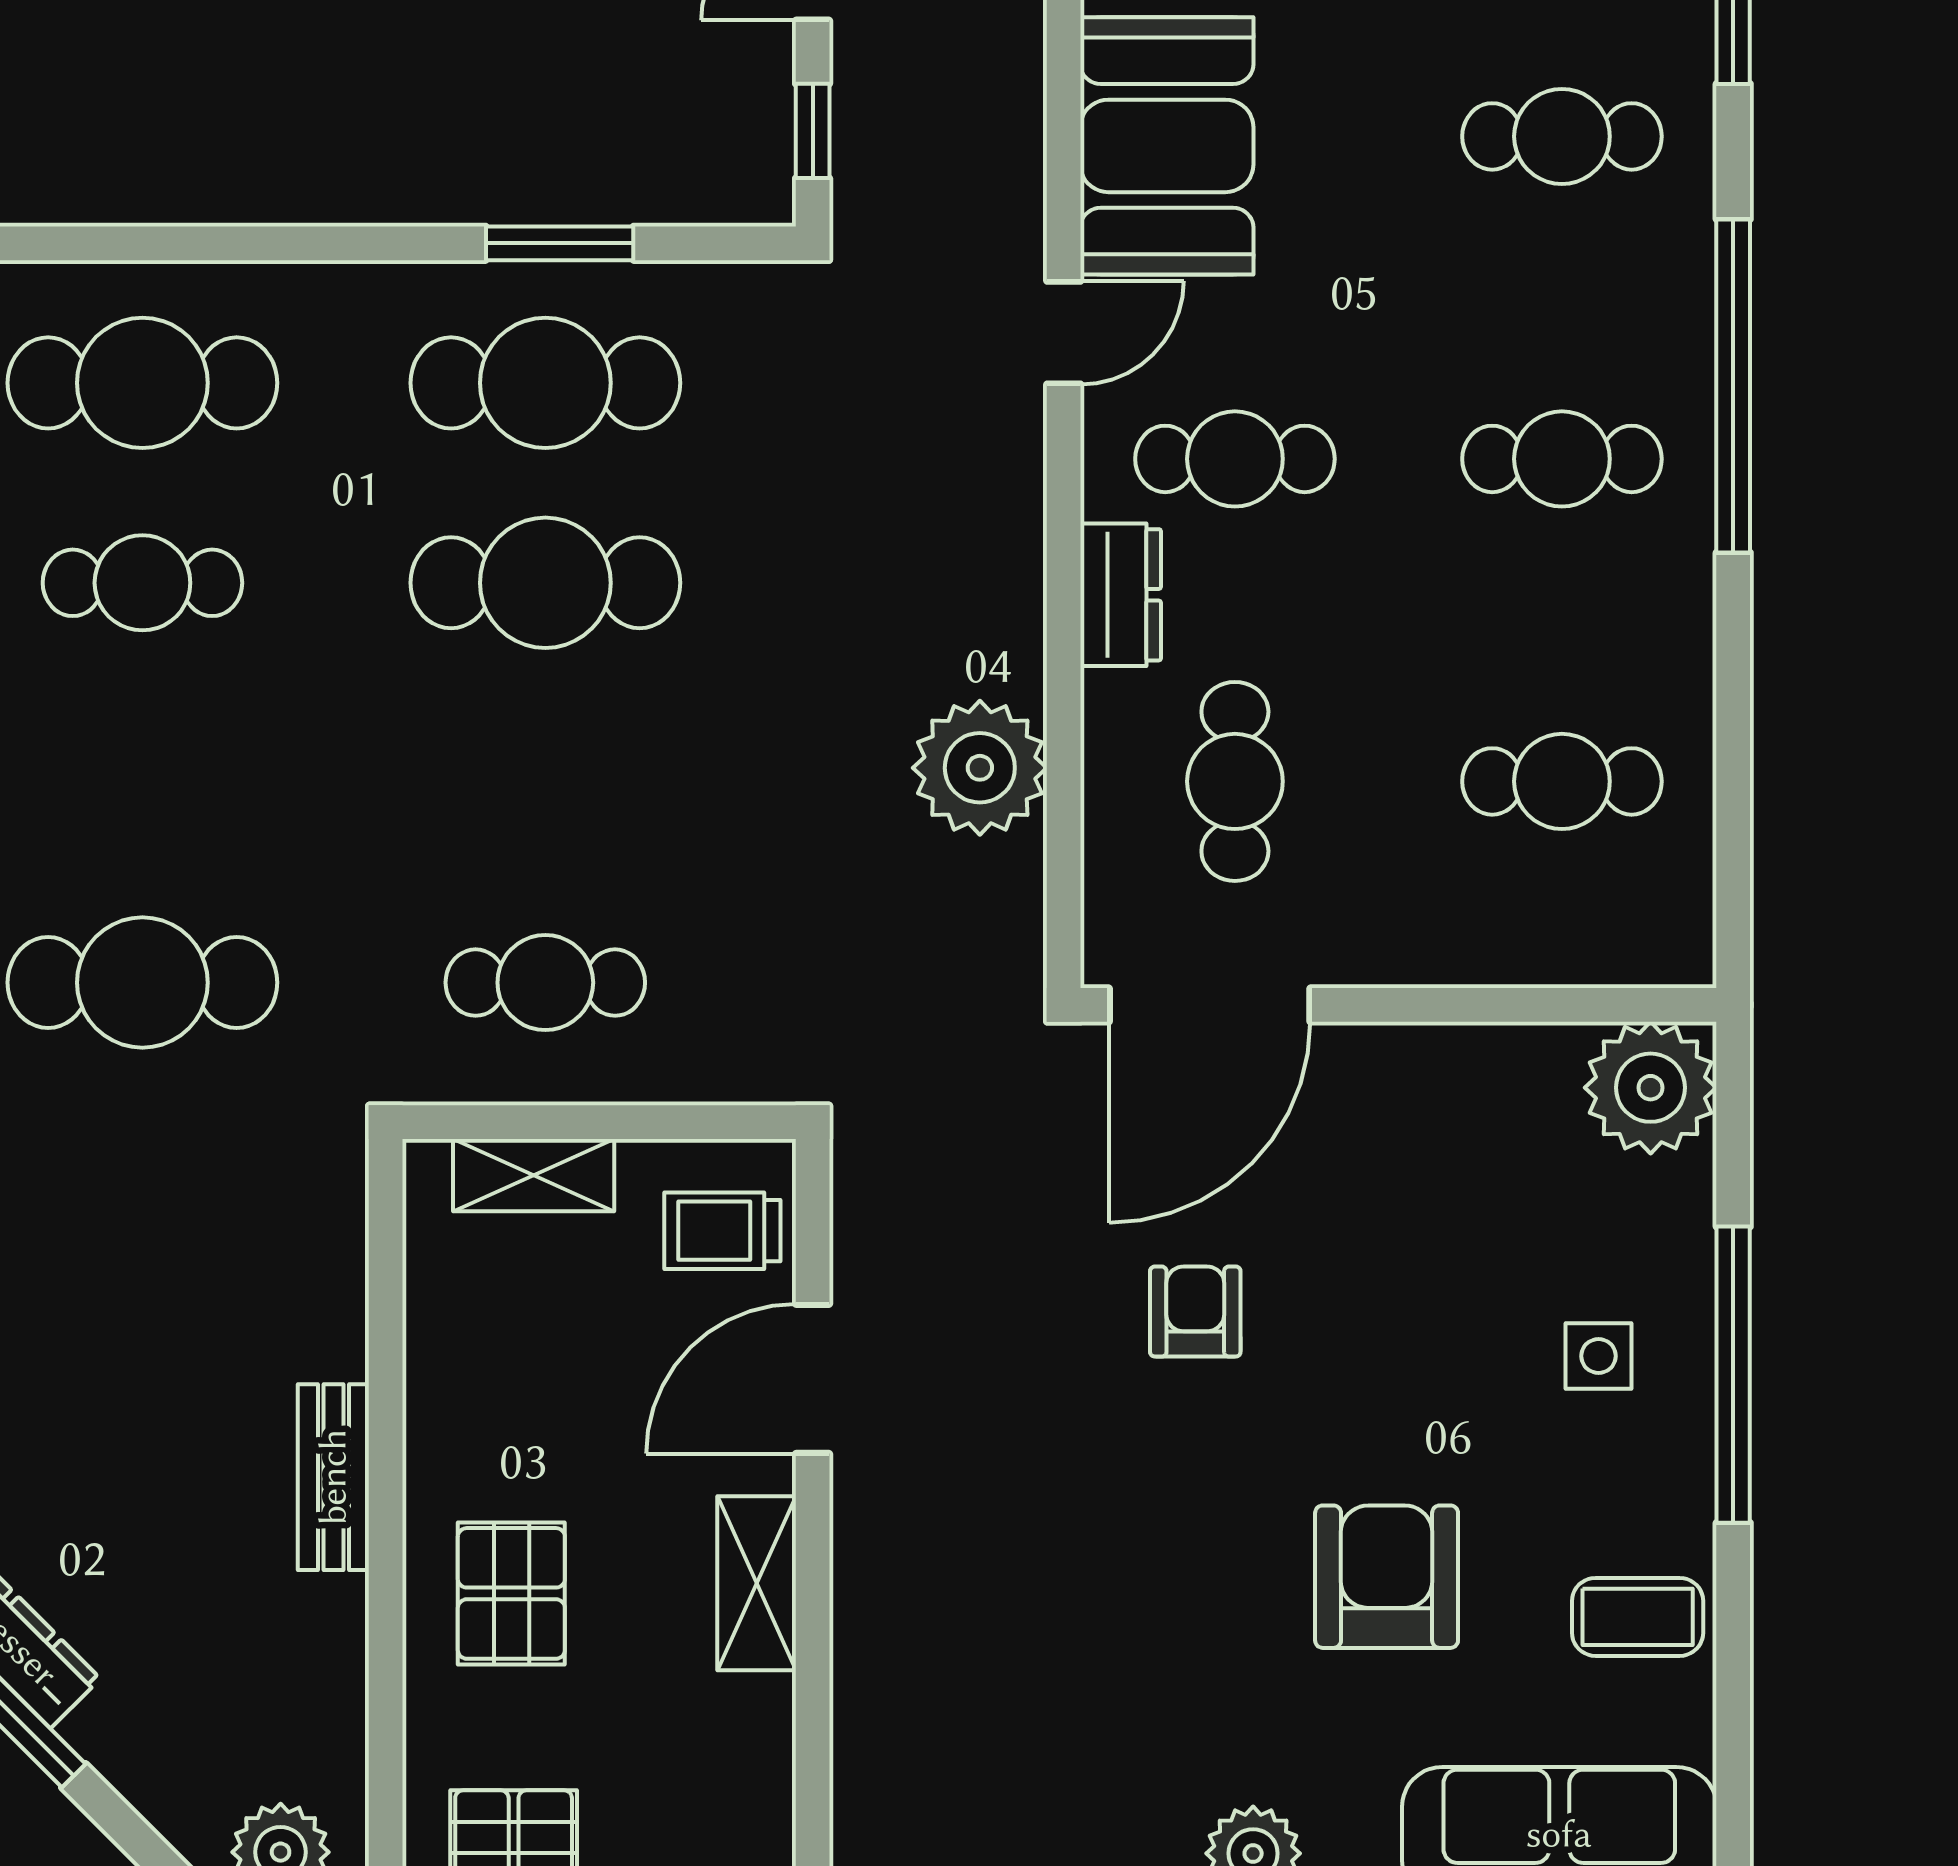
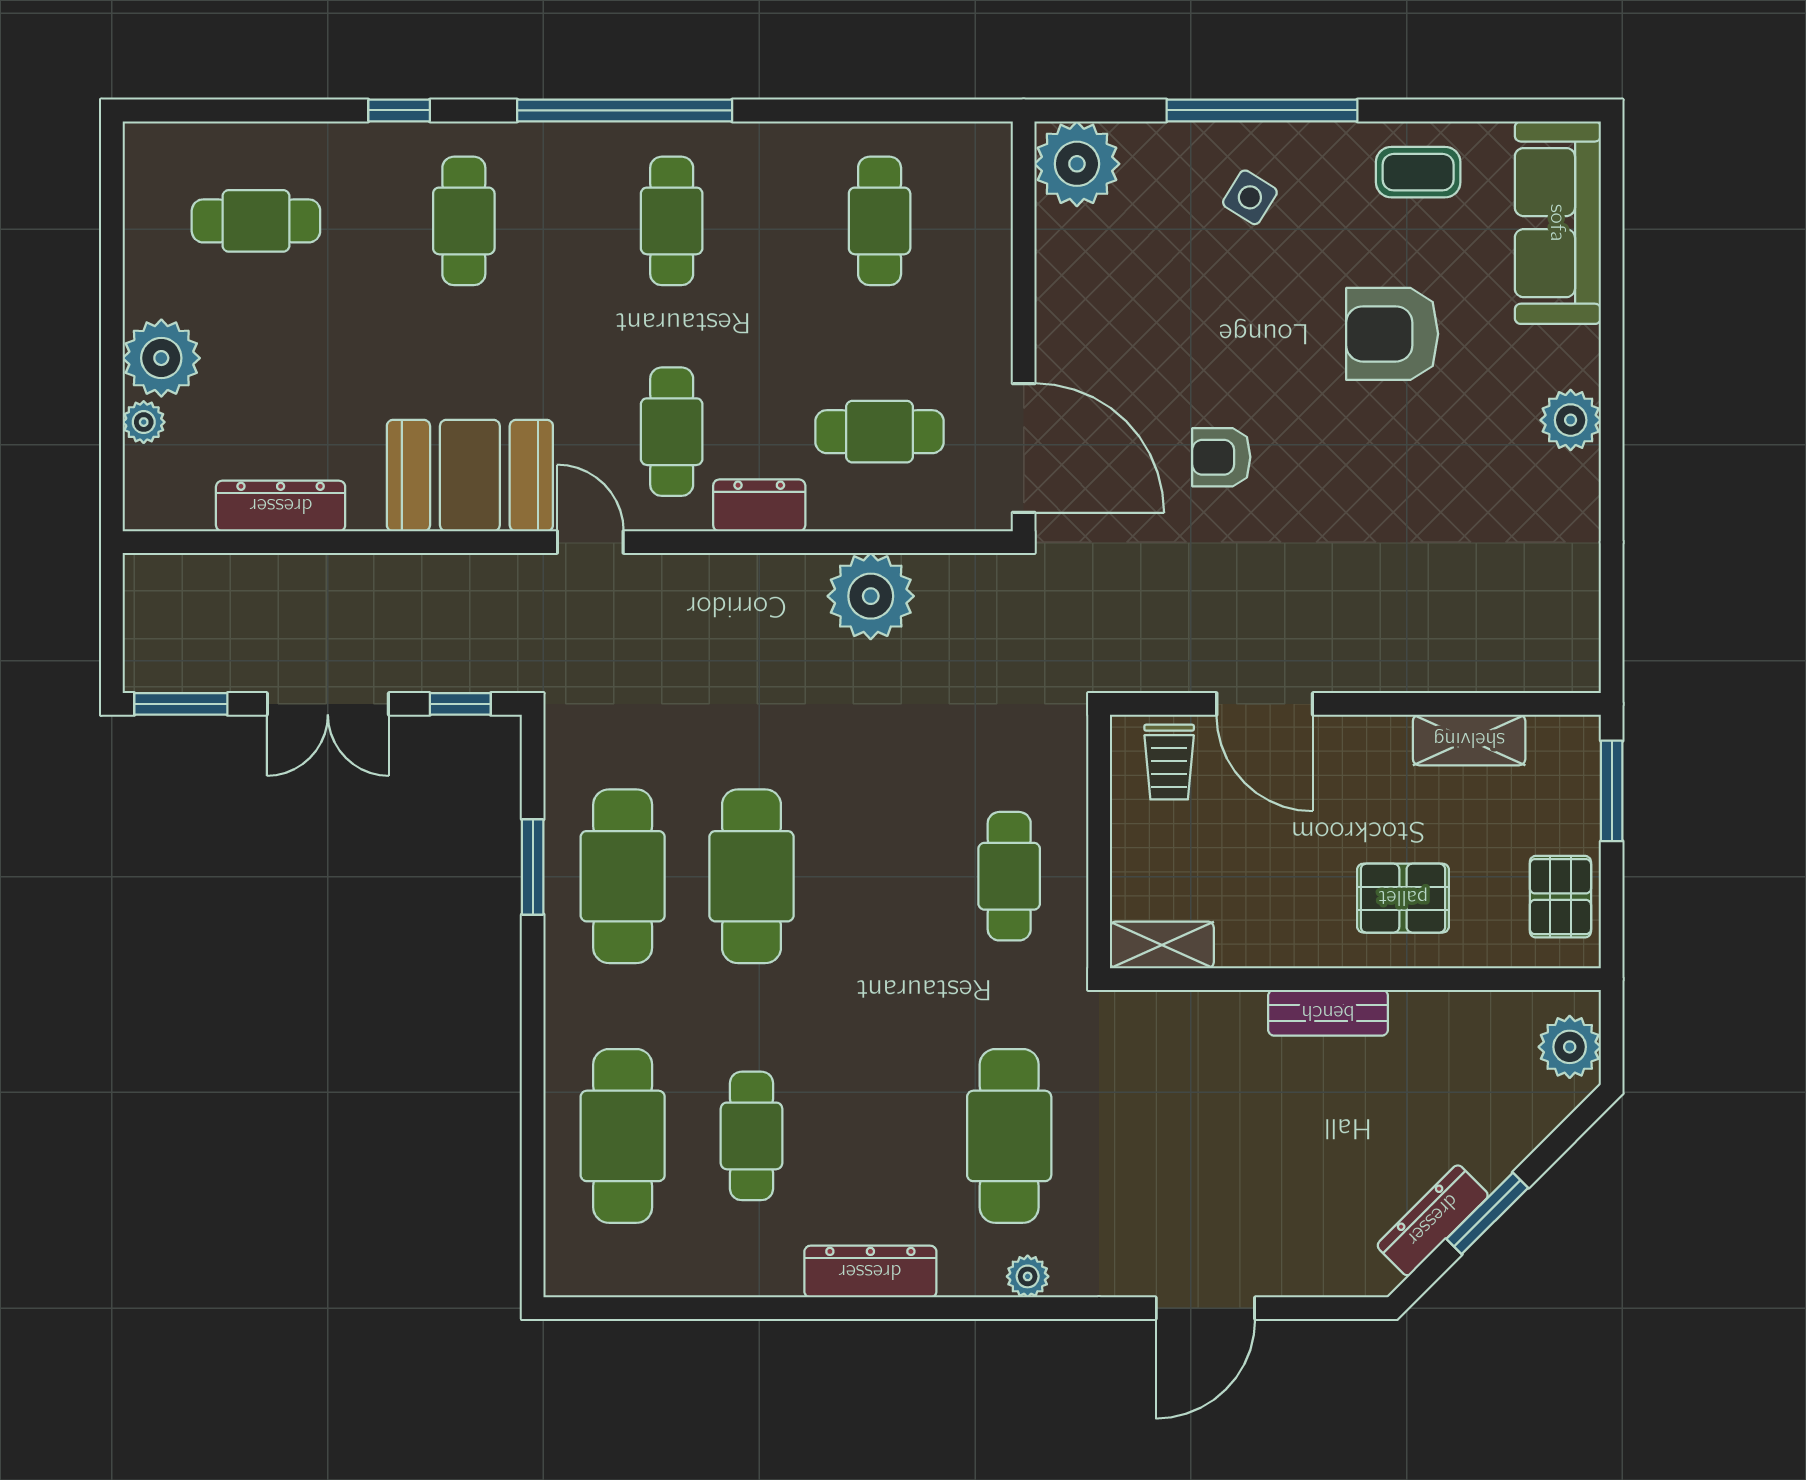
shelving: (534, 1175) -> (1162, 945), moved, turned 90
side table: (1599, 1356) -> (1250, 197), turned 32
shelving: (757, 1583) -> (1469, 740), moved
coffee table: (1638, 1617) -> (1418, 172), turned 90

